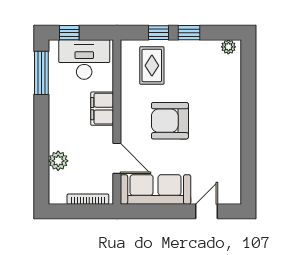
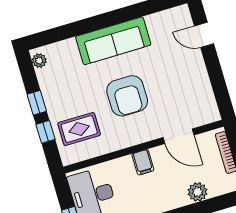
filing cabinet: (102, 109) -> (143, 162), width x0.50
door: (117, 158) -> (178, 136), swing flipped
sofa: (156, 189) -> (113, 41), moved, turned -90

